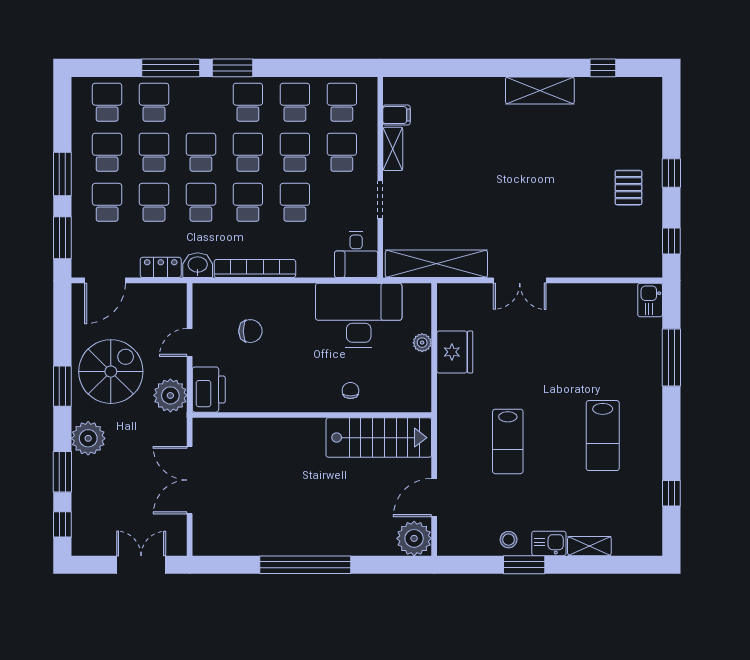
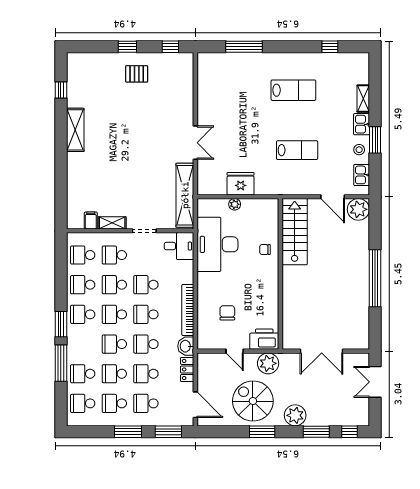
kitchen sink: (650, 300) -> (362, 175), moved, turned 90

